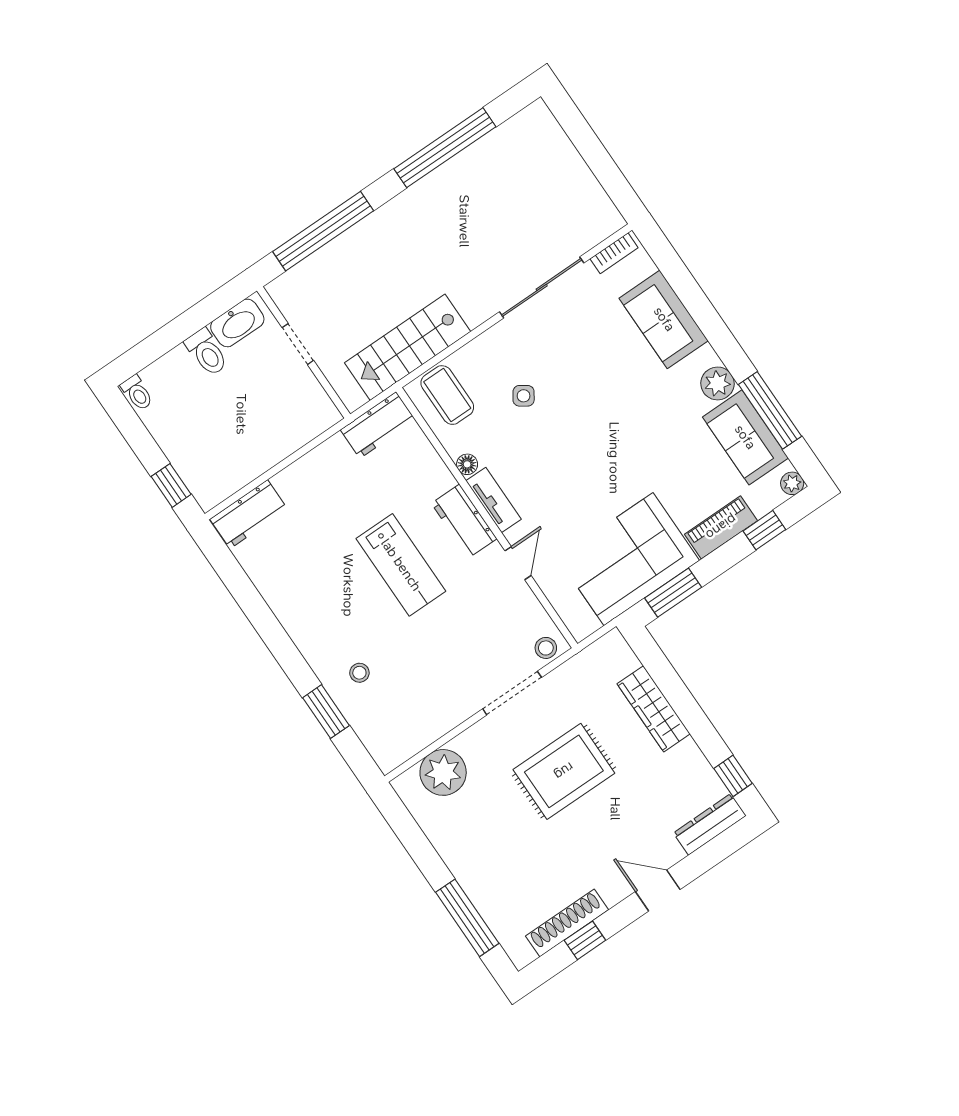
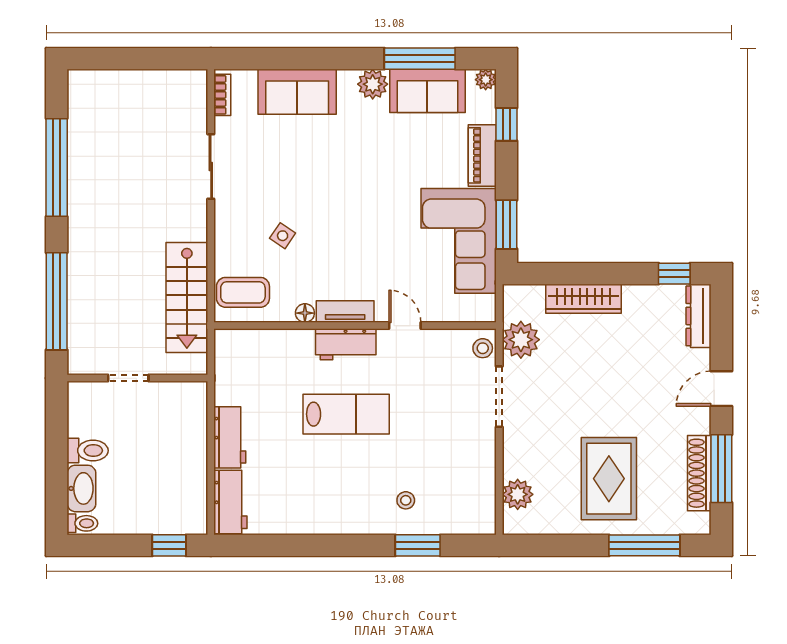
sliding door: (542, 287) -> (211, 167), width x0.73
washbasin: (237, 323) -> (81, 488), moved
workbench: (378, 425) -> (230, 437), moved
plant: (577, 677) -> (521, 340), added
rug: (564, 771) -> (609, 479), moved
plant: (443, 772) -> (518, 494), width x0.73, depth x0.73
window: (585, 940) -> (721, 469), width x2.17

